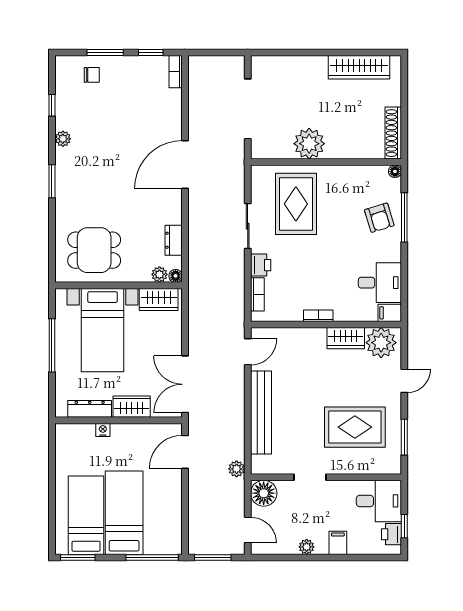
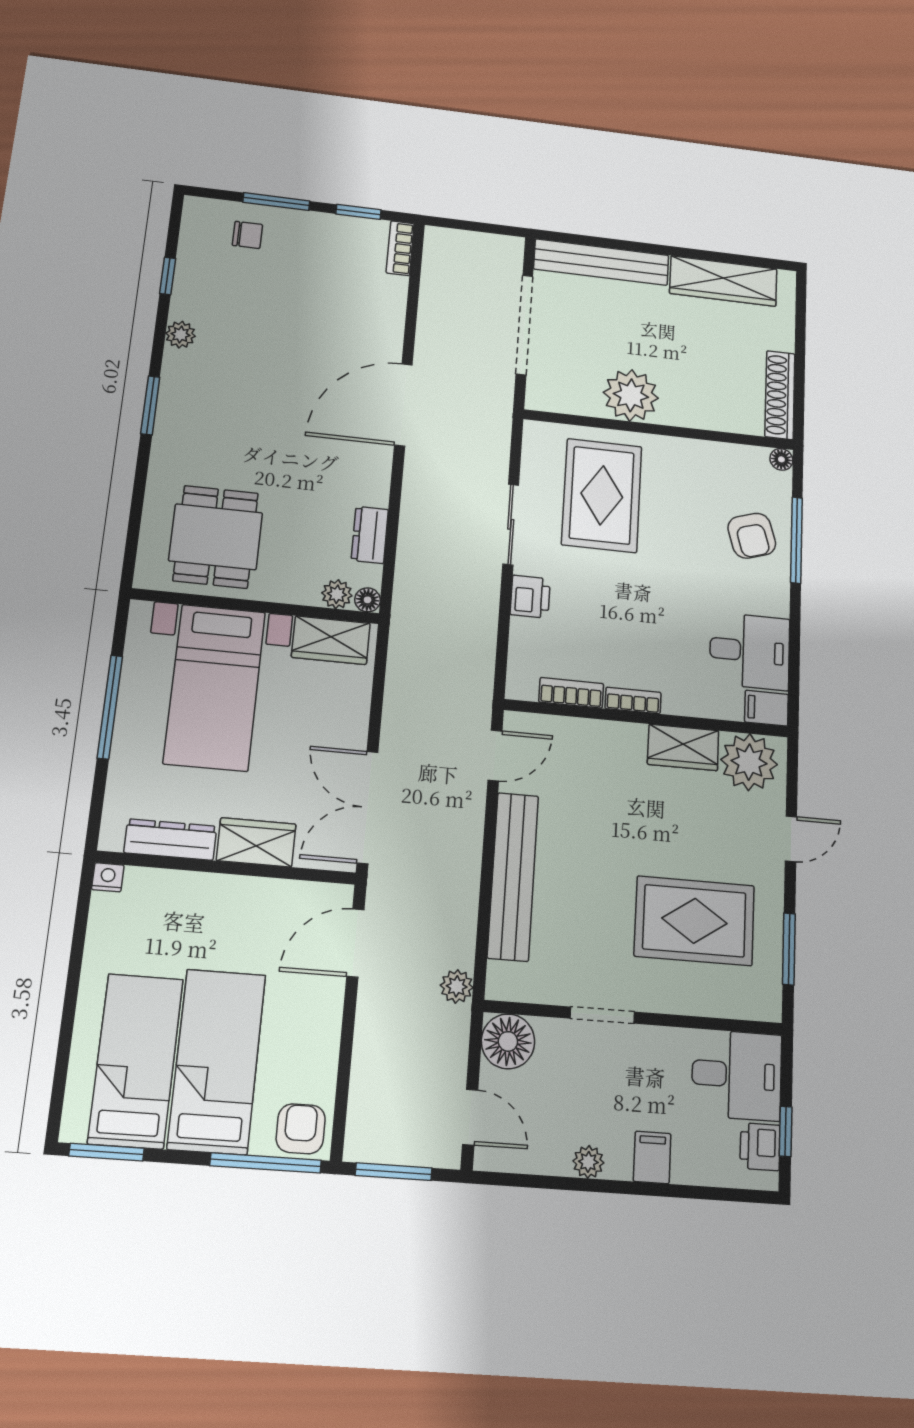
bench: (289, 65) -> (601, 262), added
dining table: (94, 250) -> (216, 537), turned 90
bookcase: (257, 294) -> (571, 693), moved, turned -90
nightstand: (103, 430) -> (108, 877), moved
armchair: (167, 541) -> (301, 1129), added

